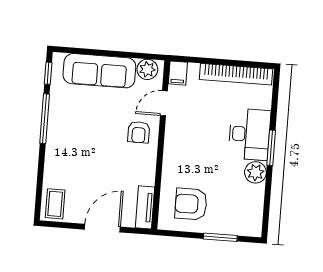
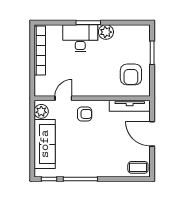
filing cabinet: (178, 73) -> (42, 90), removed
door: (164, 103) -> (63, 98), swing flipped
tv unit: (145, 207) -> (130, 106), width x1.41

